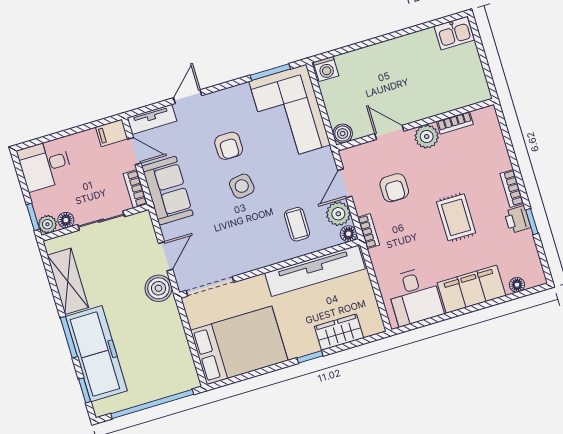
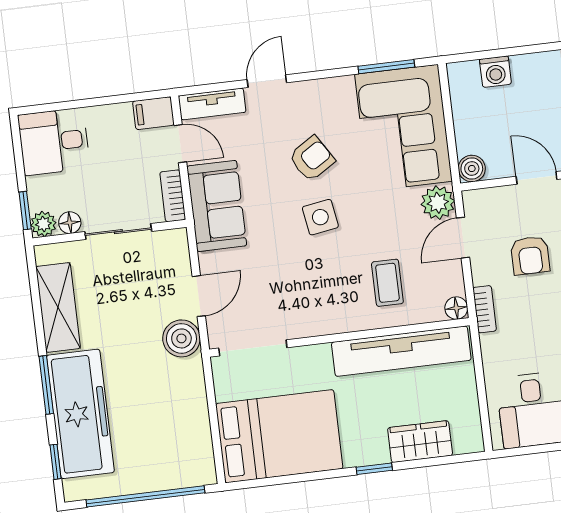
washing machine: (326, 69) -> (495, 72), moved
armchair: (229, 146) -> (312, 159), turned -122
plant: (338, 214) -> (438, 203), moved

